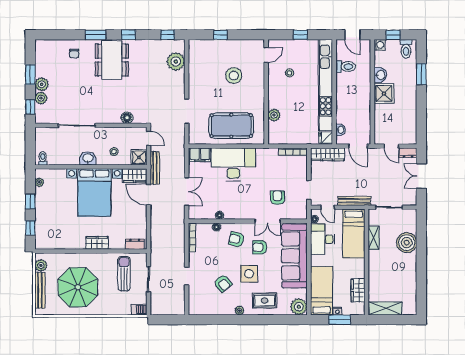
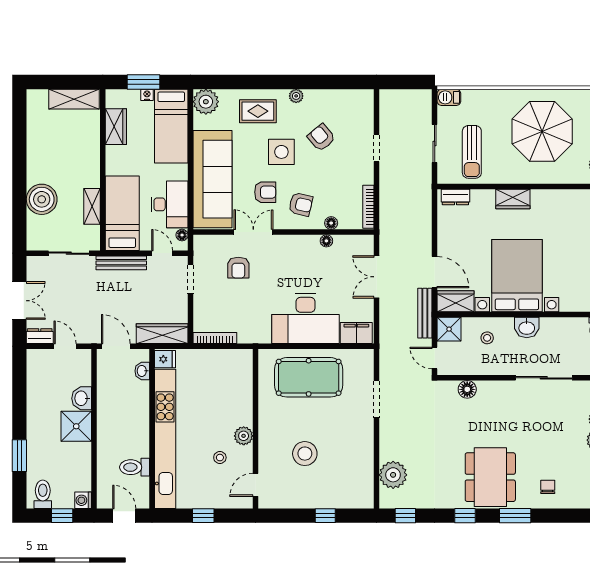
washbasin: (380, 75) -> (82, 398), moved
plant: (274, 115) -> (244, 436), moved

